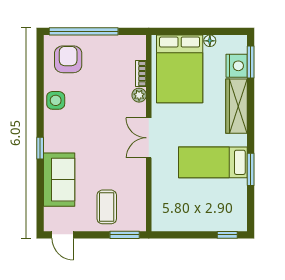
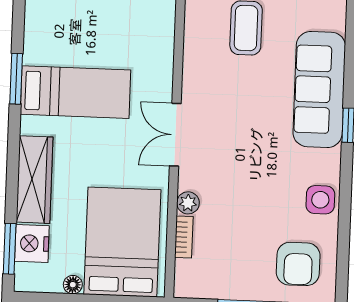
double door: (149, 138) -> (175, 135), swing flipped
sofa: (59, 180) -> (319, 89), width x1.36

